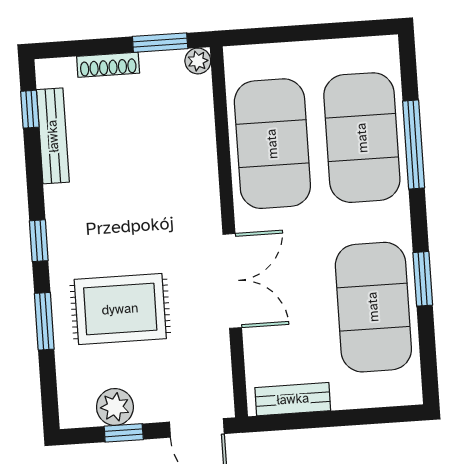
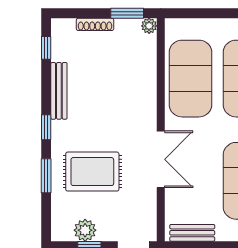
bench: (53, 136) -> (59, 91), moved

